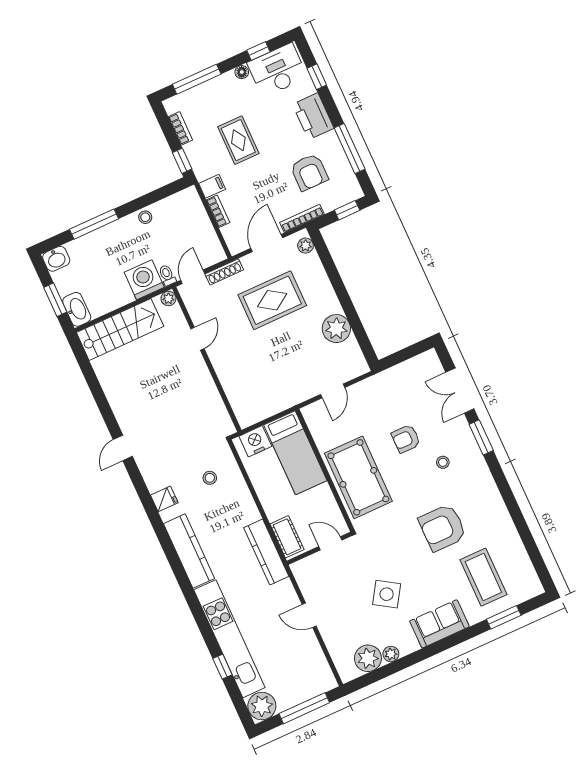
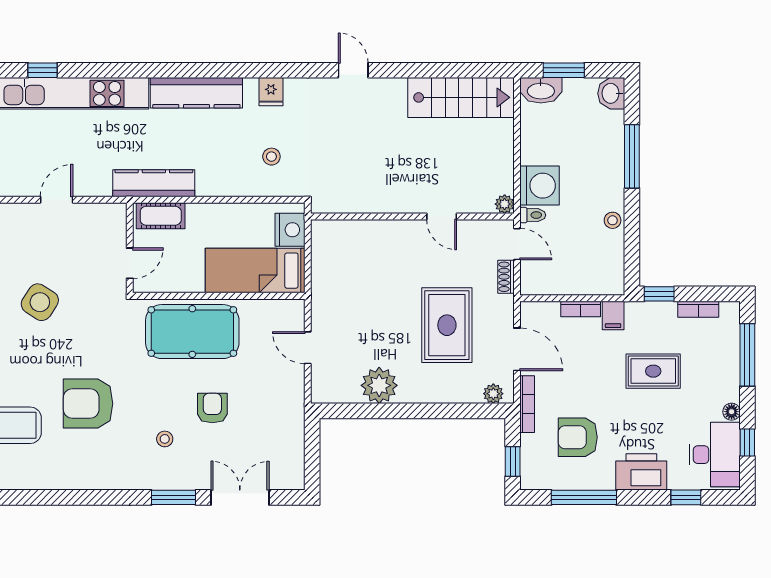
shoe rack: (224, 272) -> (506, 277), width x0.70
stairs: (120, 329) -> (461, 97), moved, turned -90
armchair: (442, 528) -> (88, 404), turned -90

